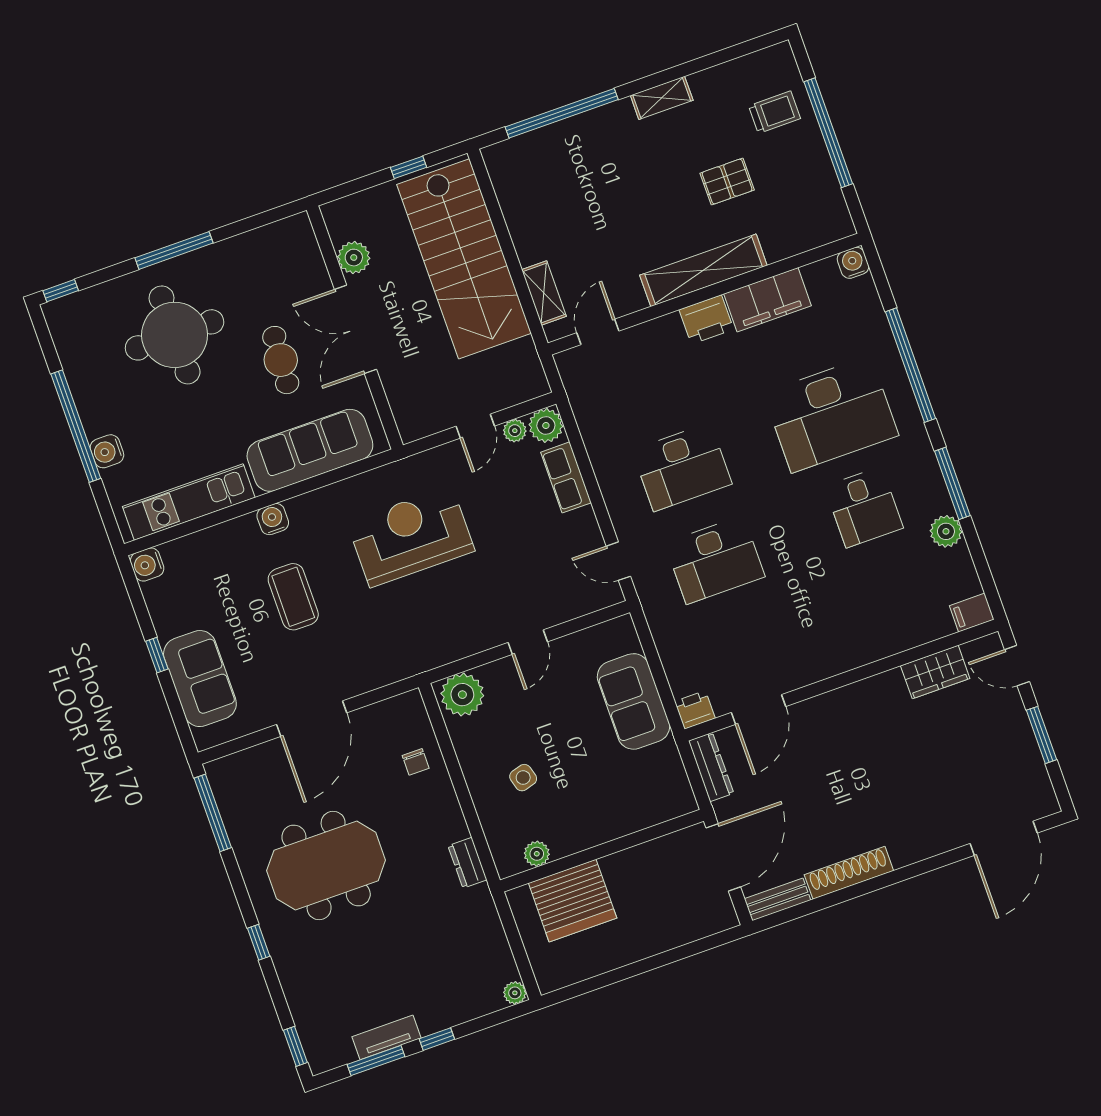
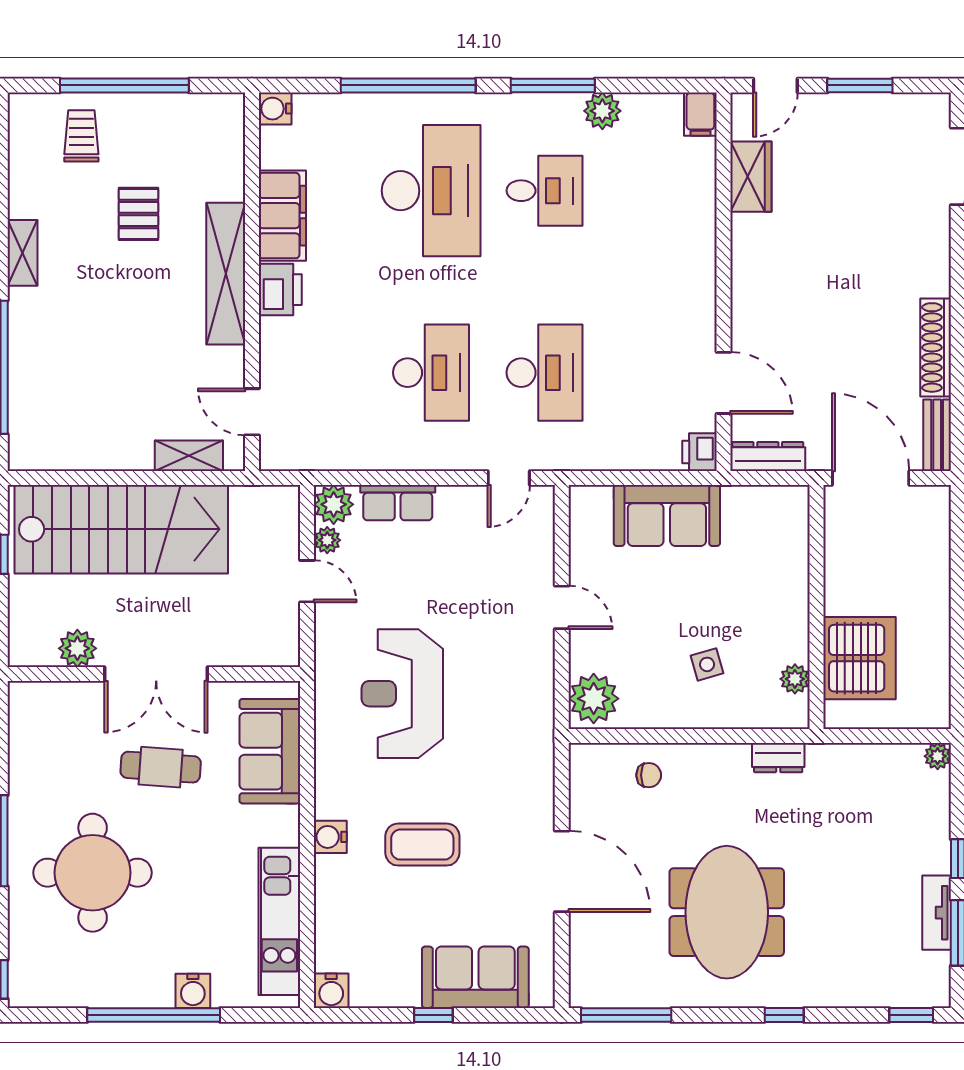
sofa: (310, 450) -> (270, 751), width x0.73

